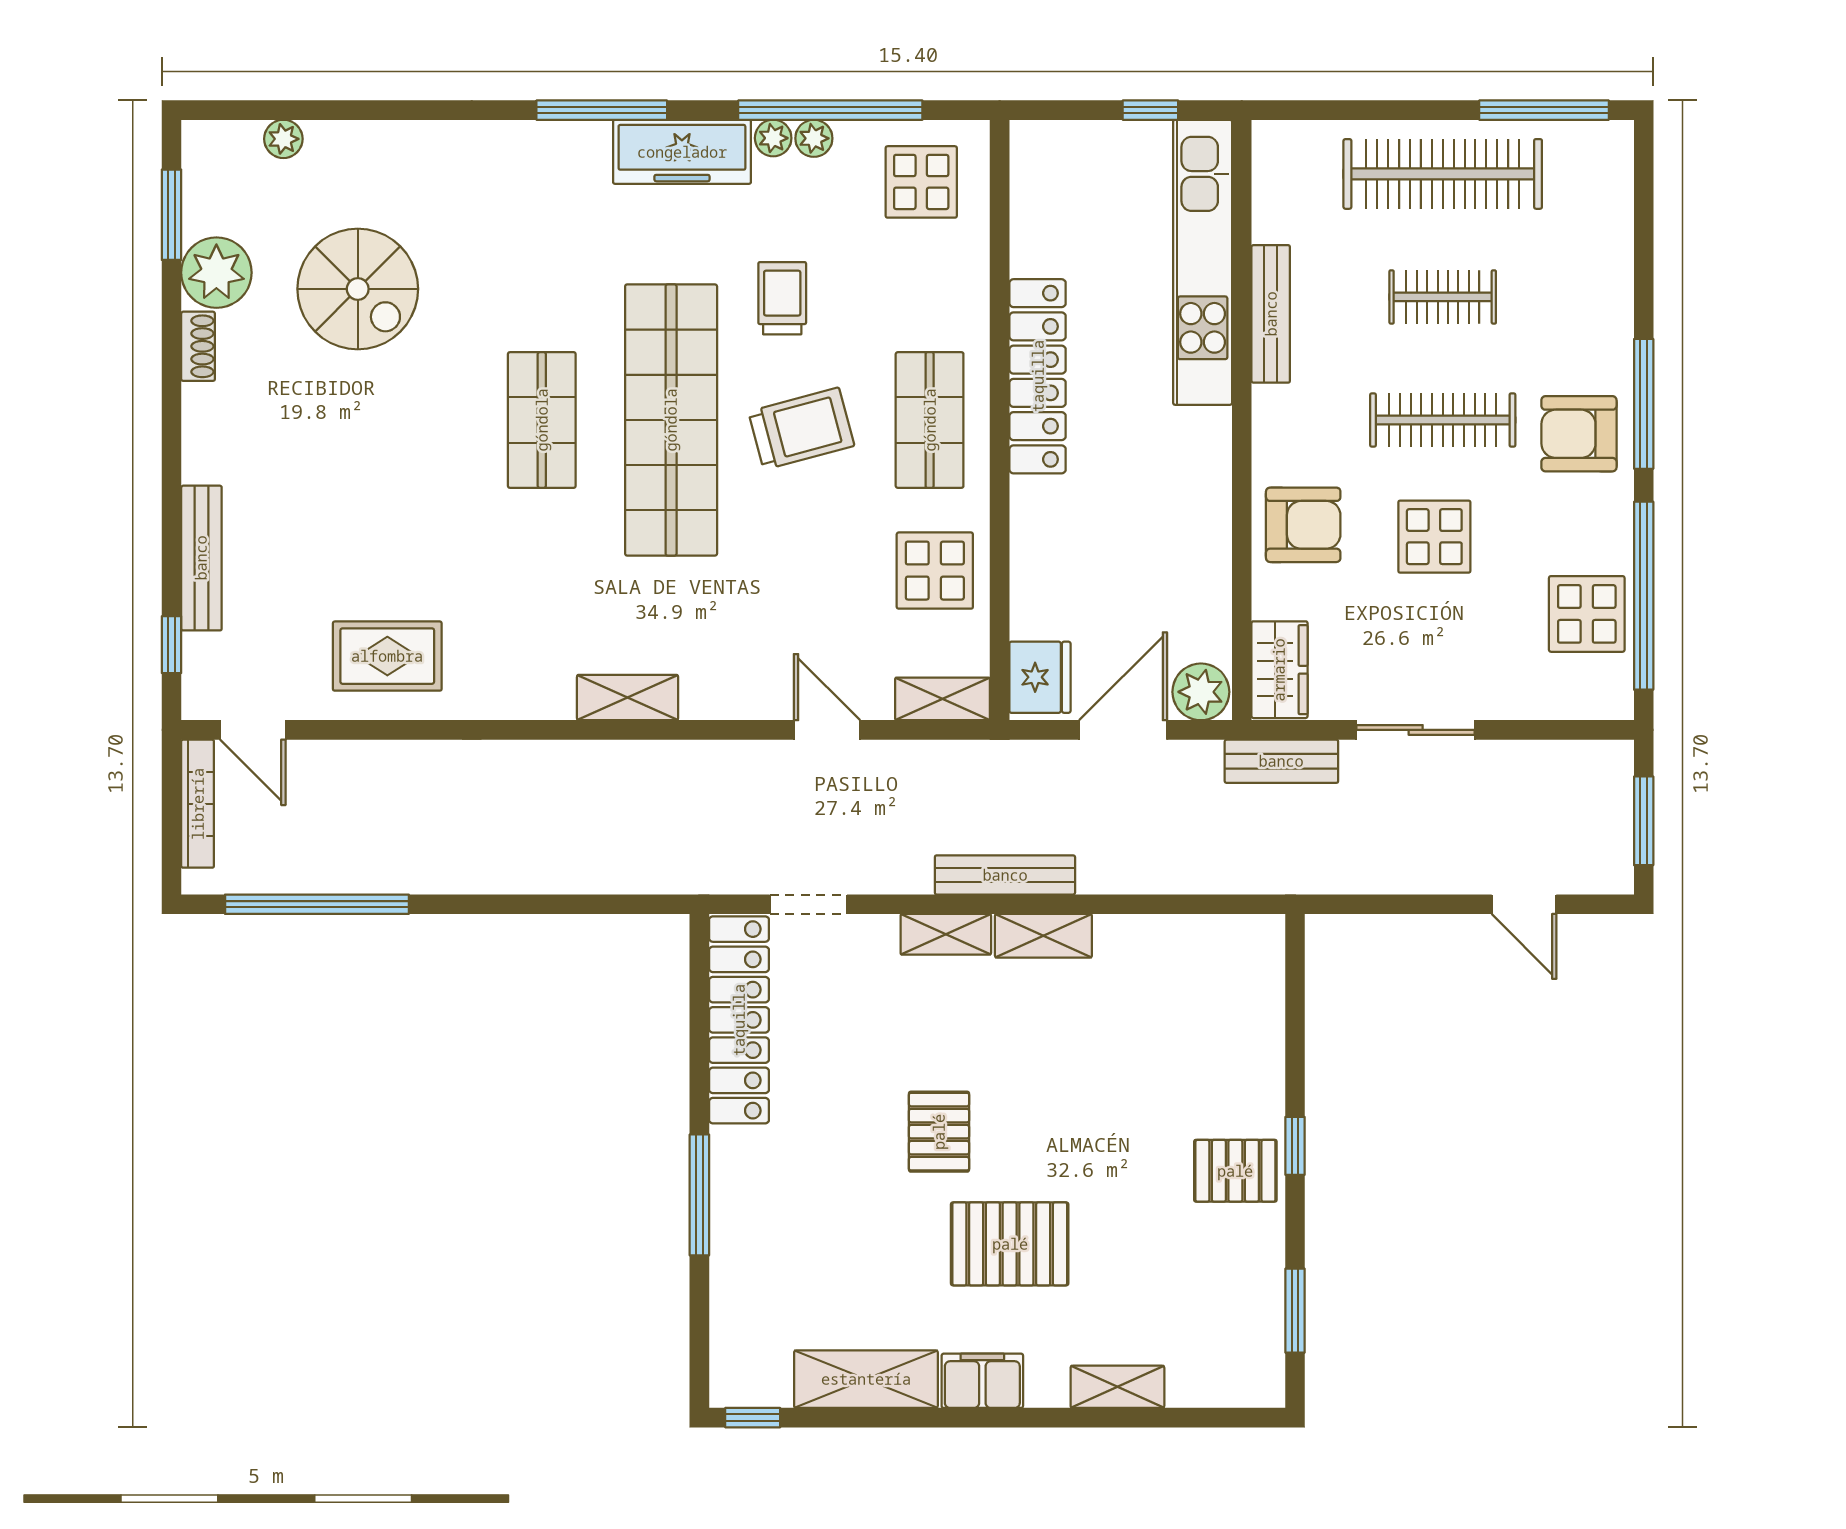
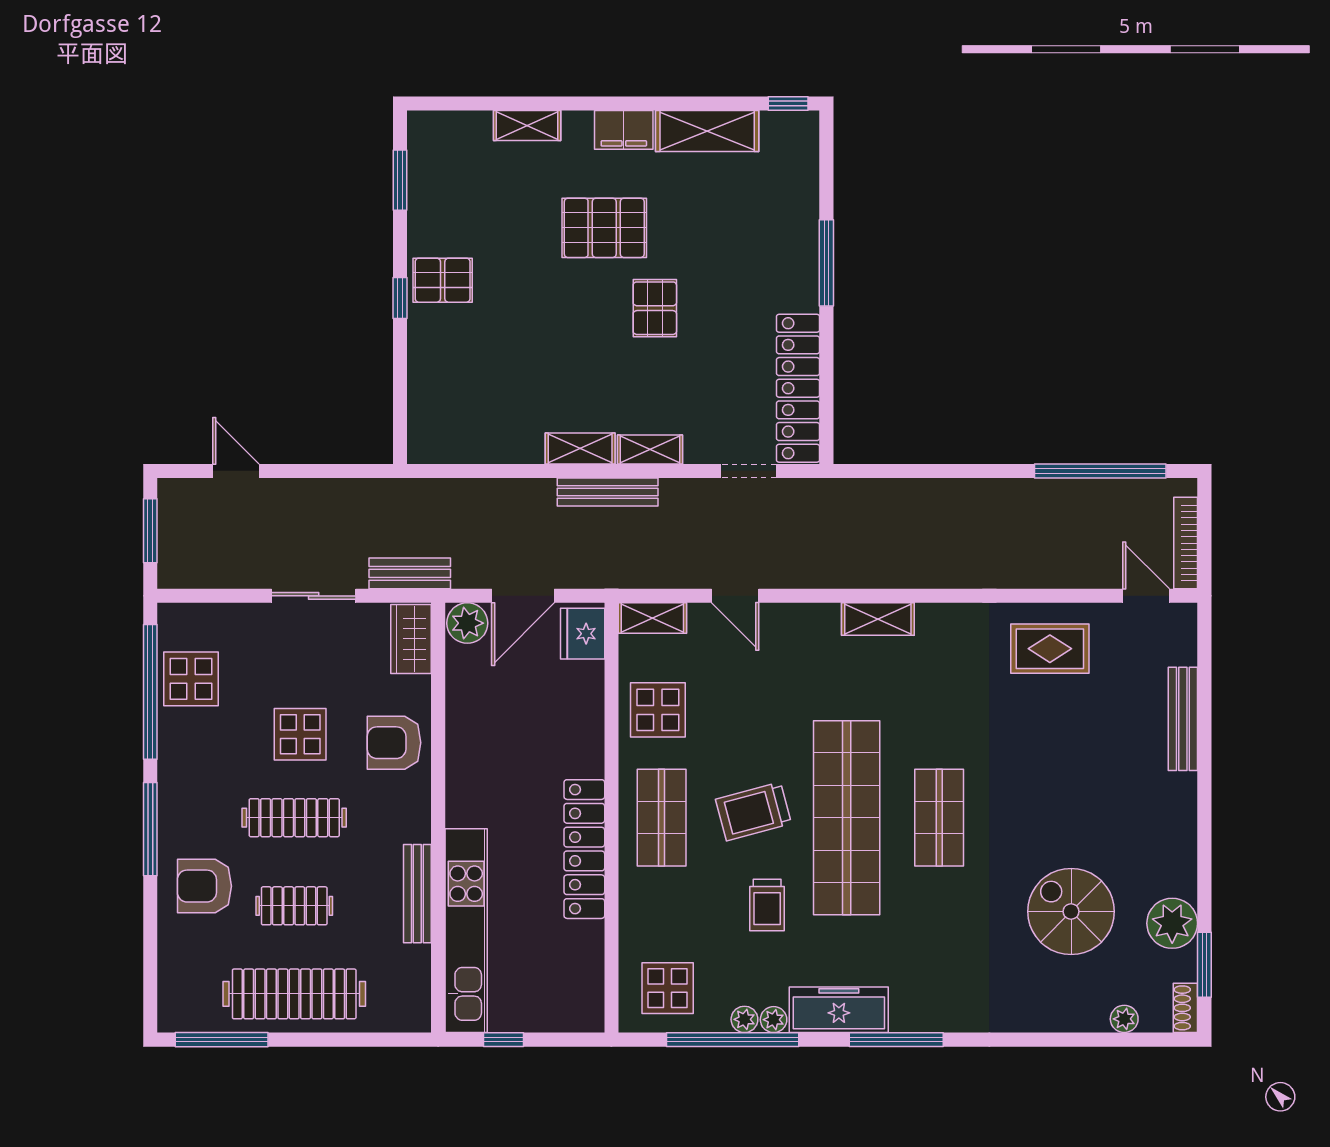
shoe rack: (198, 346) -> (1185, 1008), moved
armchair: (1579, 434) -> (204, 886), moved, turned 180
window: (172, 645) -> (1204, 657), removed

